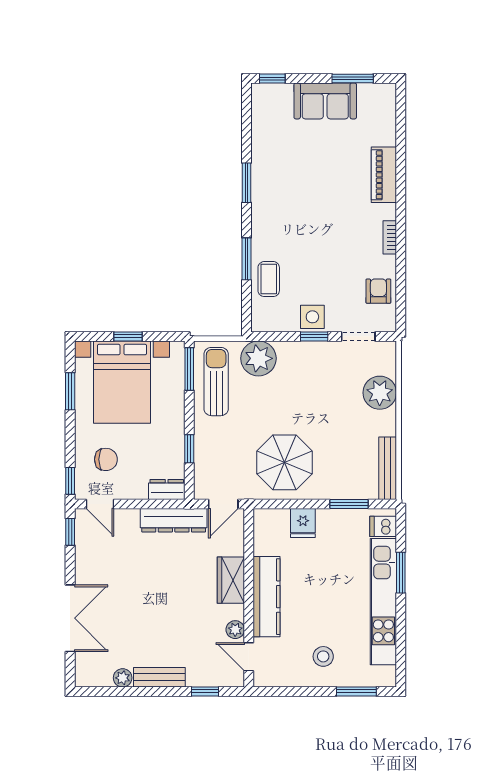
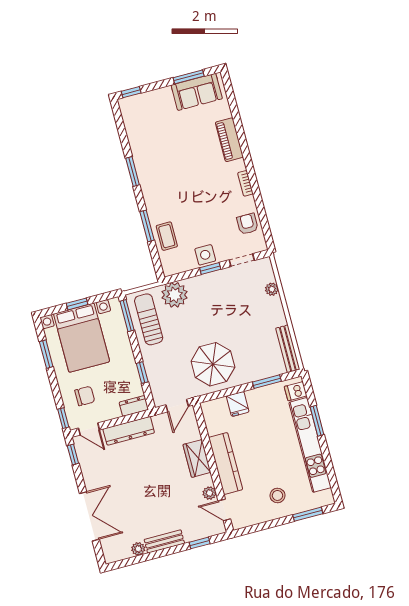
sofa: (325, 101) -> (197, 92), moved
plant: (380, 393) -> (272, 289), width x0.53, depth x0.53
dresser: (174, 520) -> (129, 431), moved

